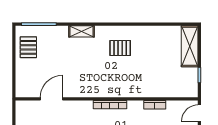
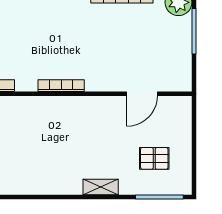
pallet: (28, 47) -> (154, 158), moved, turned 90
pallet: (120, 48) -> (47, 164), removed

